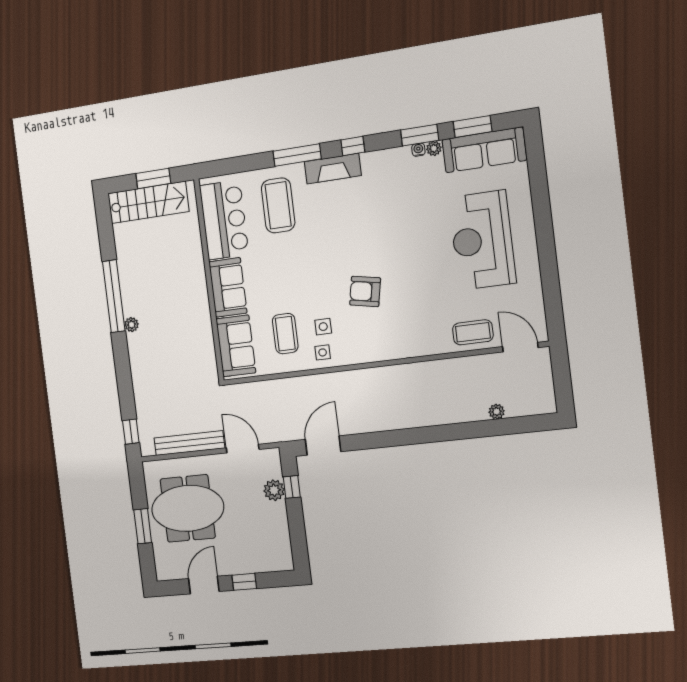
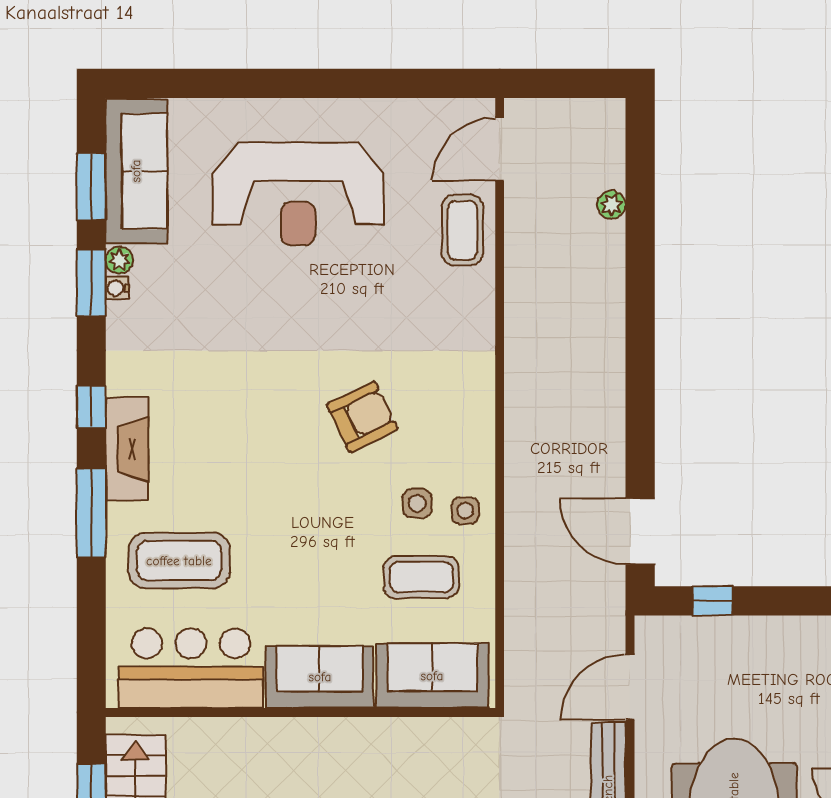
armchair: (365, 291) -> (362, 417), turned -127
plant: (274, 490) -> (715, 636), removed

